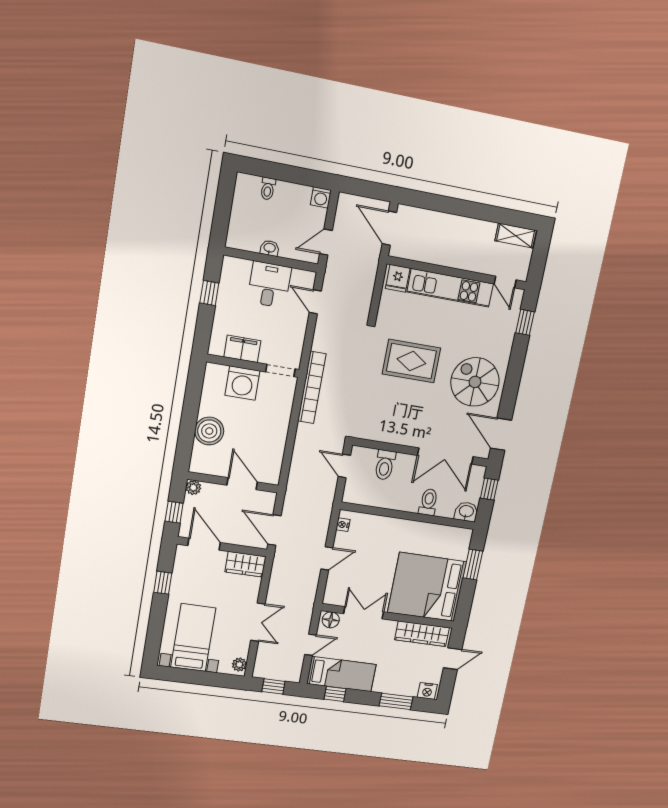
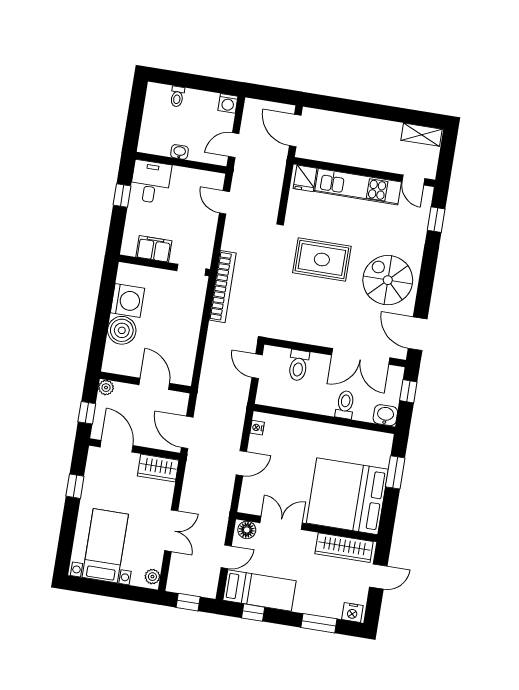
desk: (269, 285) -> (151, 182), moved
washing machine: (242, 383) -> (127, 300), moved, turned -90

